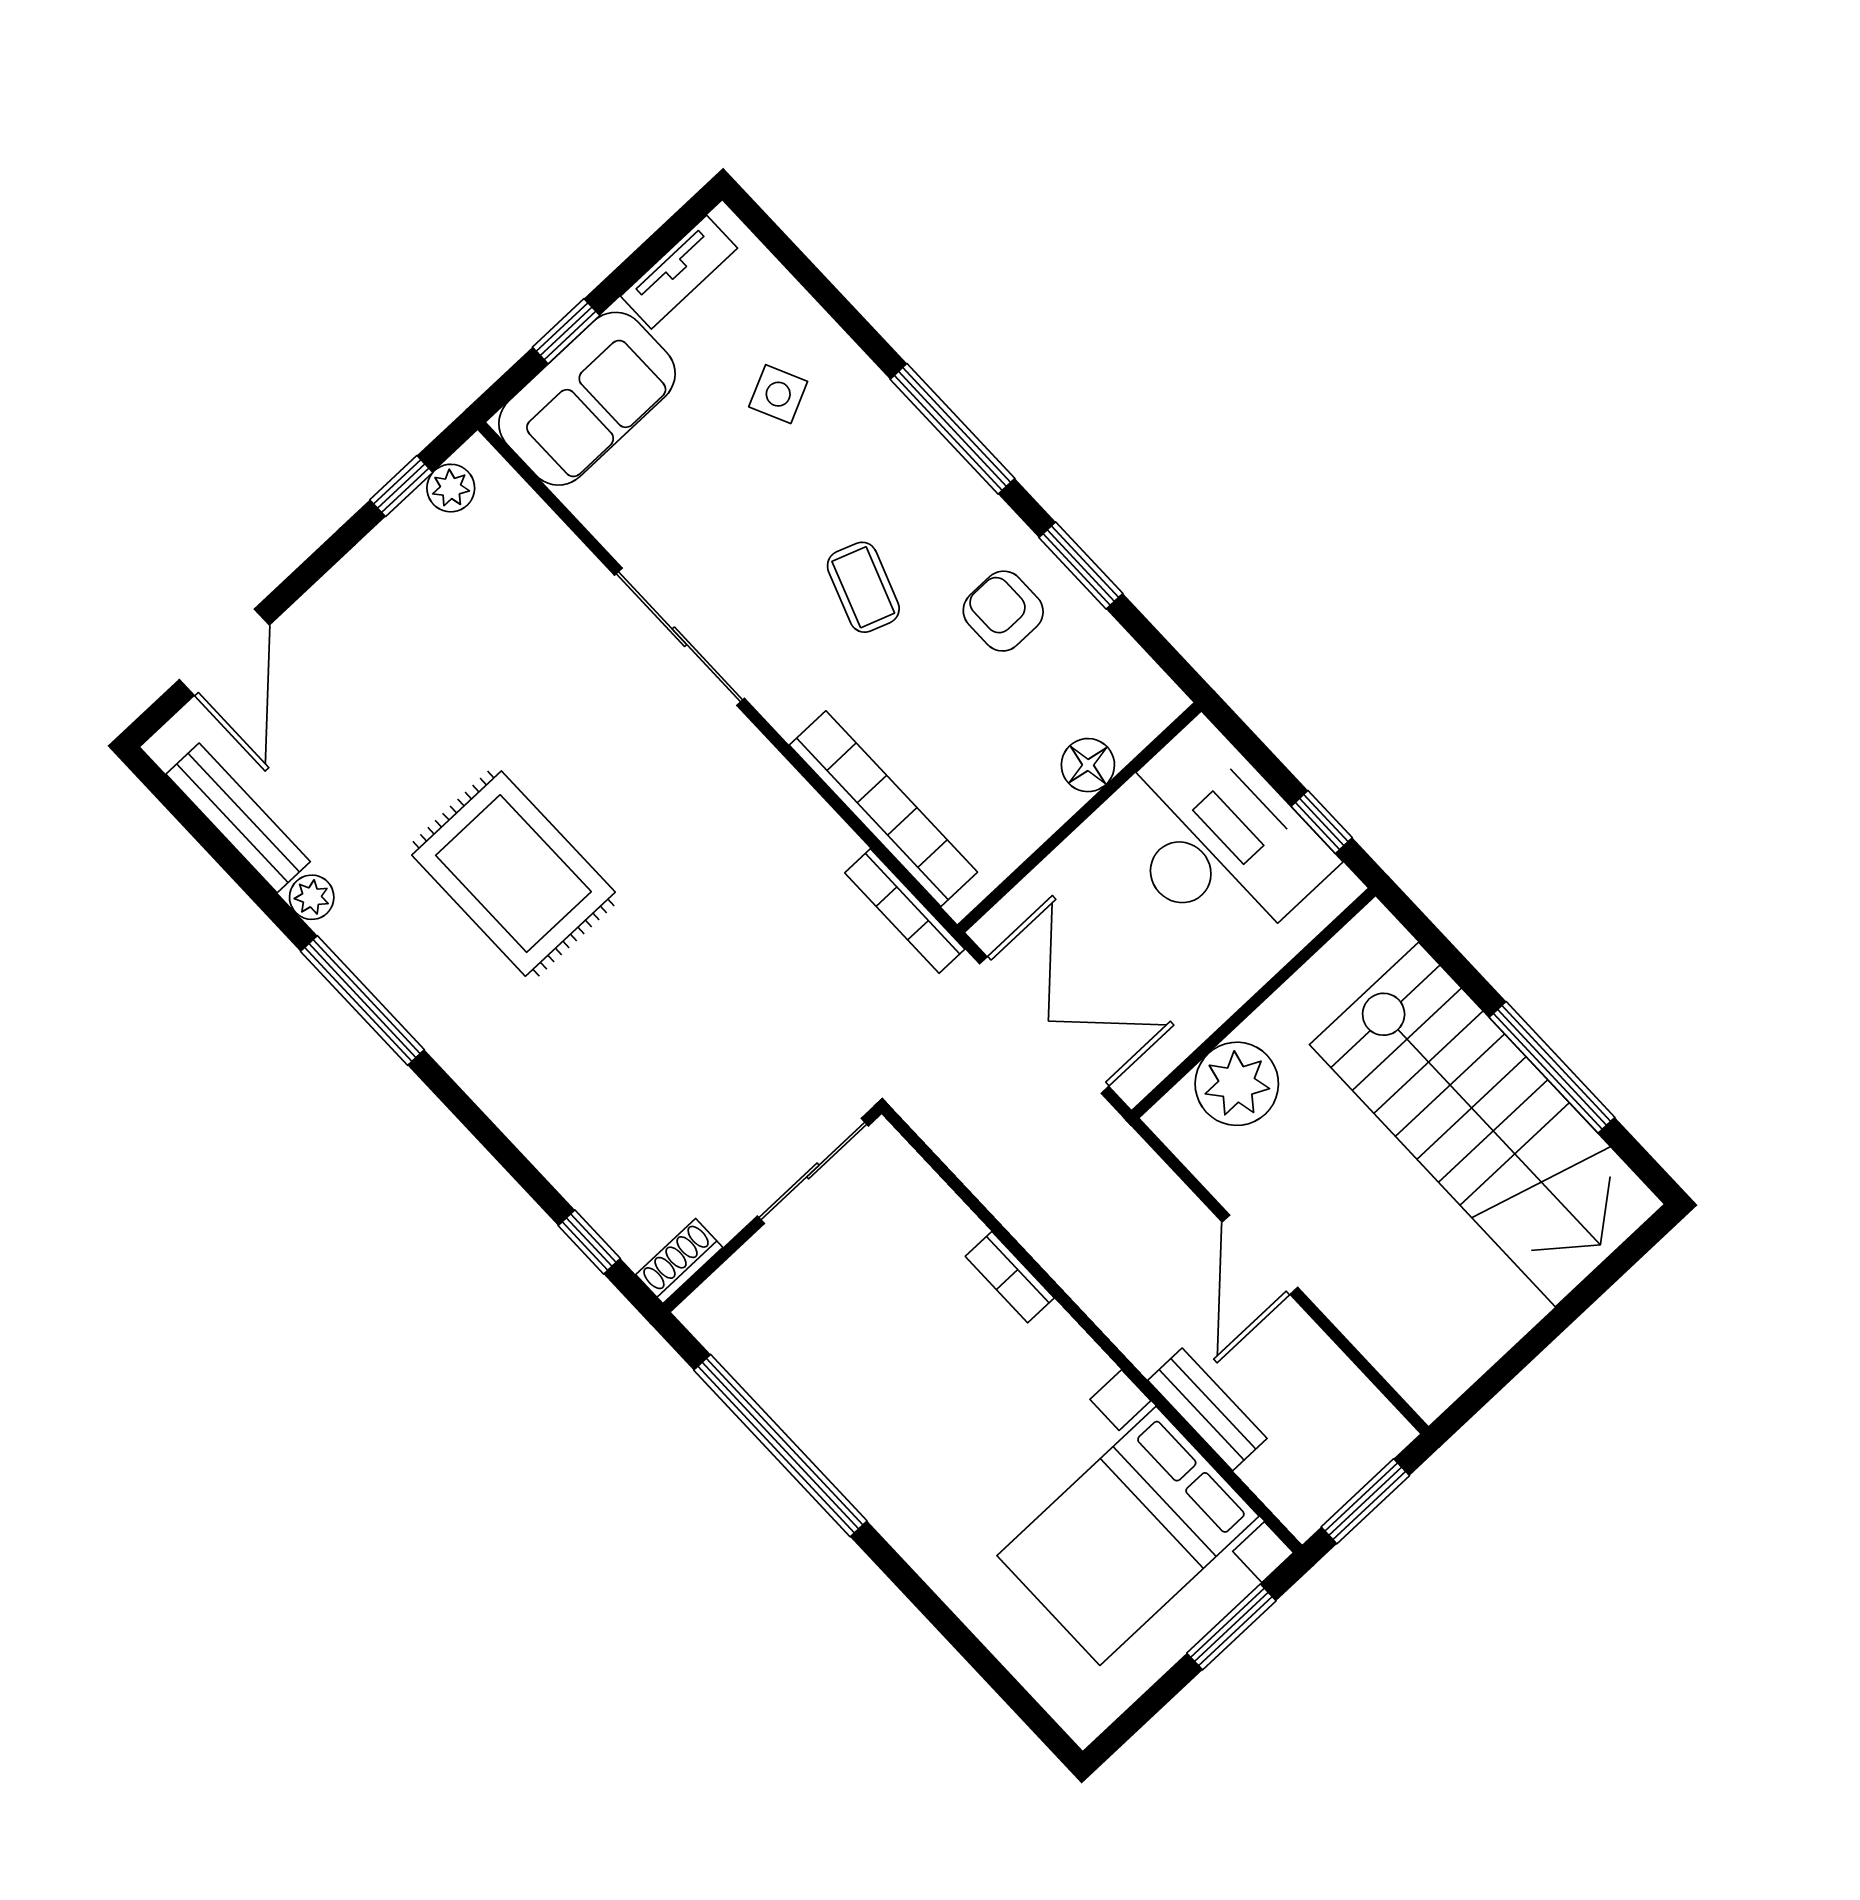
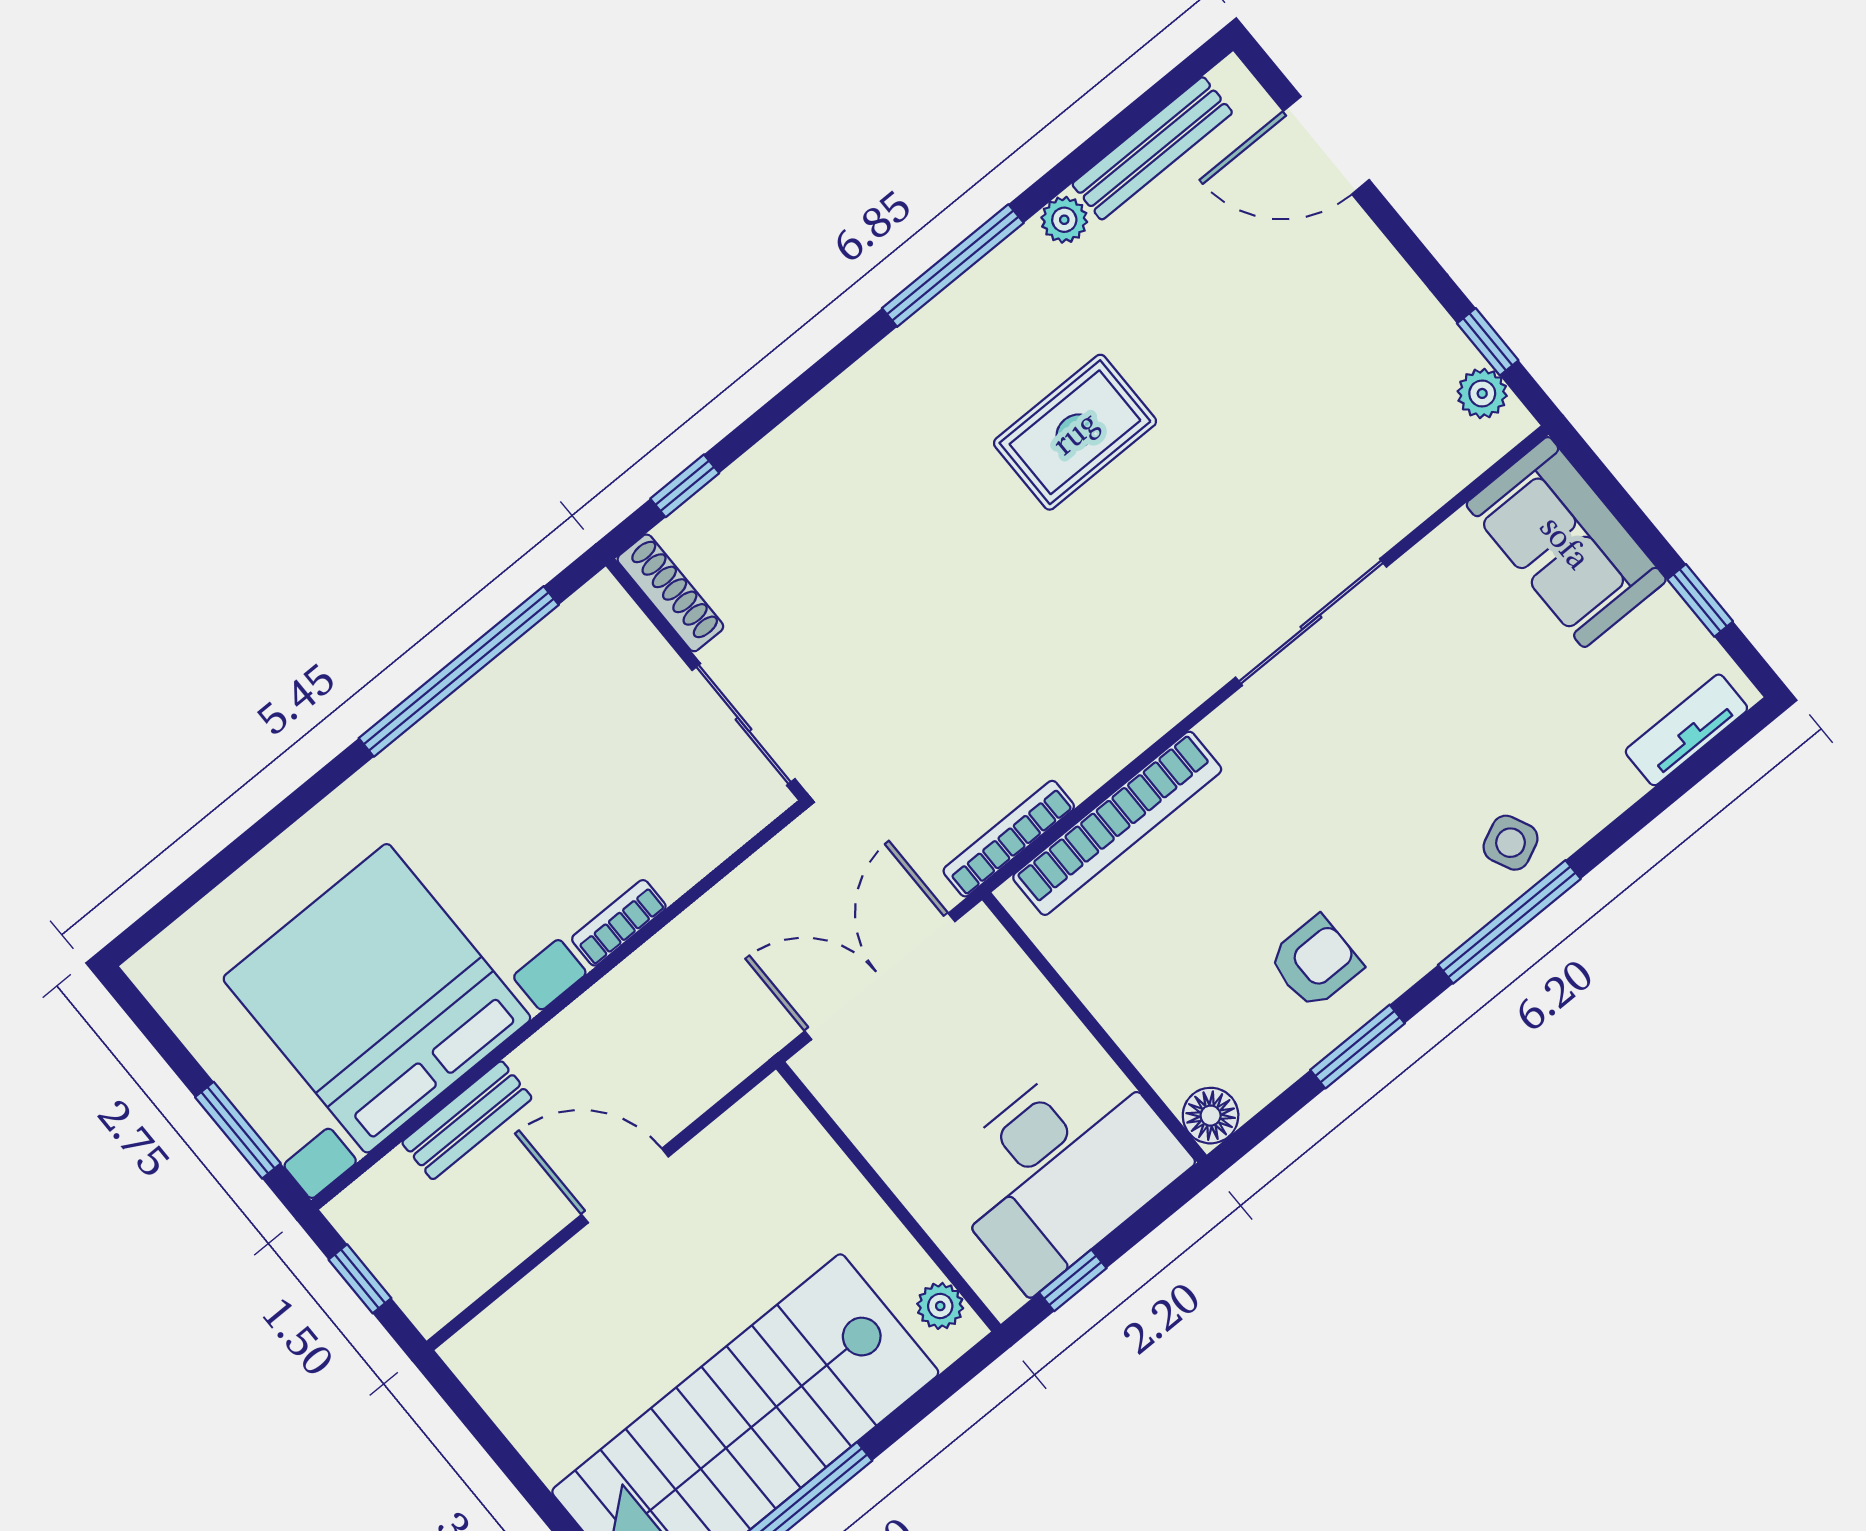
tv unit: (679, 272) -> (1686, 730), moved, turned 90
window: (566, 331) -> (1700, 600), moved
side table: (778, 394) -> (1511, 843), moved
coffee table: (863, 587) -> (1350, 818), removed
floor lamp: (1088, 765) -> (1211, 1116), moved
rug: (513, 874) -> (1075, 432), width x0.73, depth x0.70
double door: (1044, 1025) -> (880, 976), swing flipped
plant: (1237, 1084) -> (940, 1306), moved, width x0.53, depth x0.53
shoe rack: (679, 1261) -> (670, 593), width x1.43
window: (1365, 1501) -> (360, 1279), width x0.67
bed with nightstands: (1128, 1536) -> (377, 998), width x1.36

